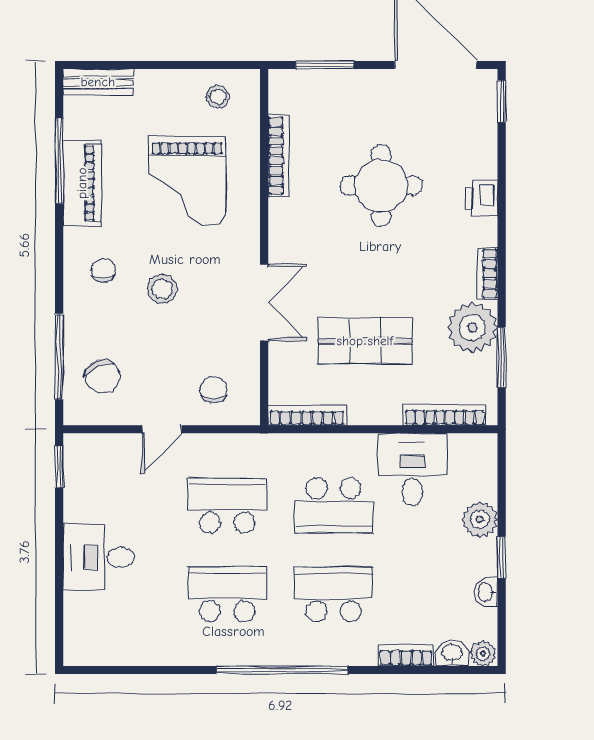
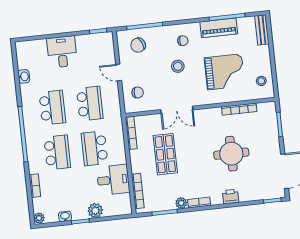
grand piano: (187, 181) -> (225, 72), turned 180
plant: (472, 328) -> (181, 203), width x0.53, depth x0.53
washbasin: (452, 653) -> (24, 76), moved

